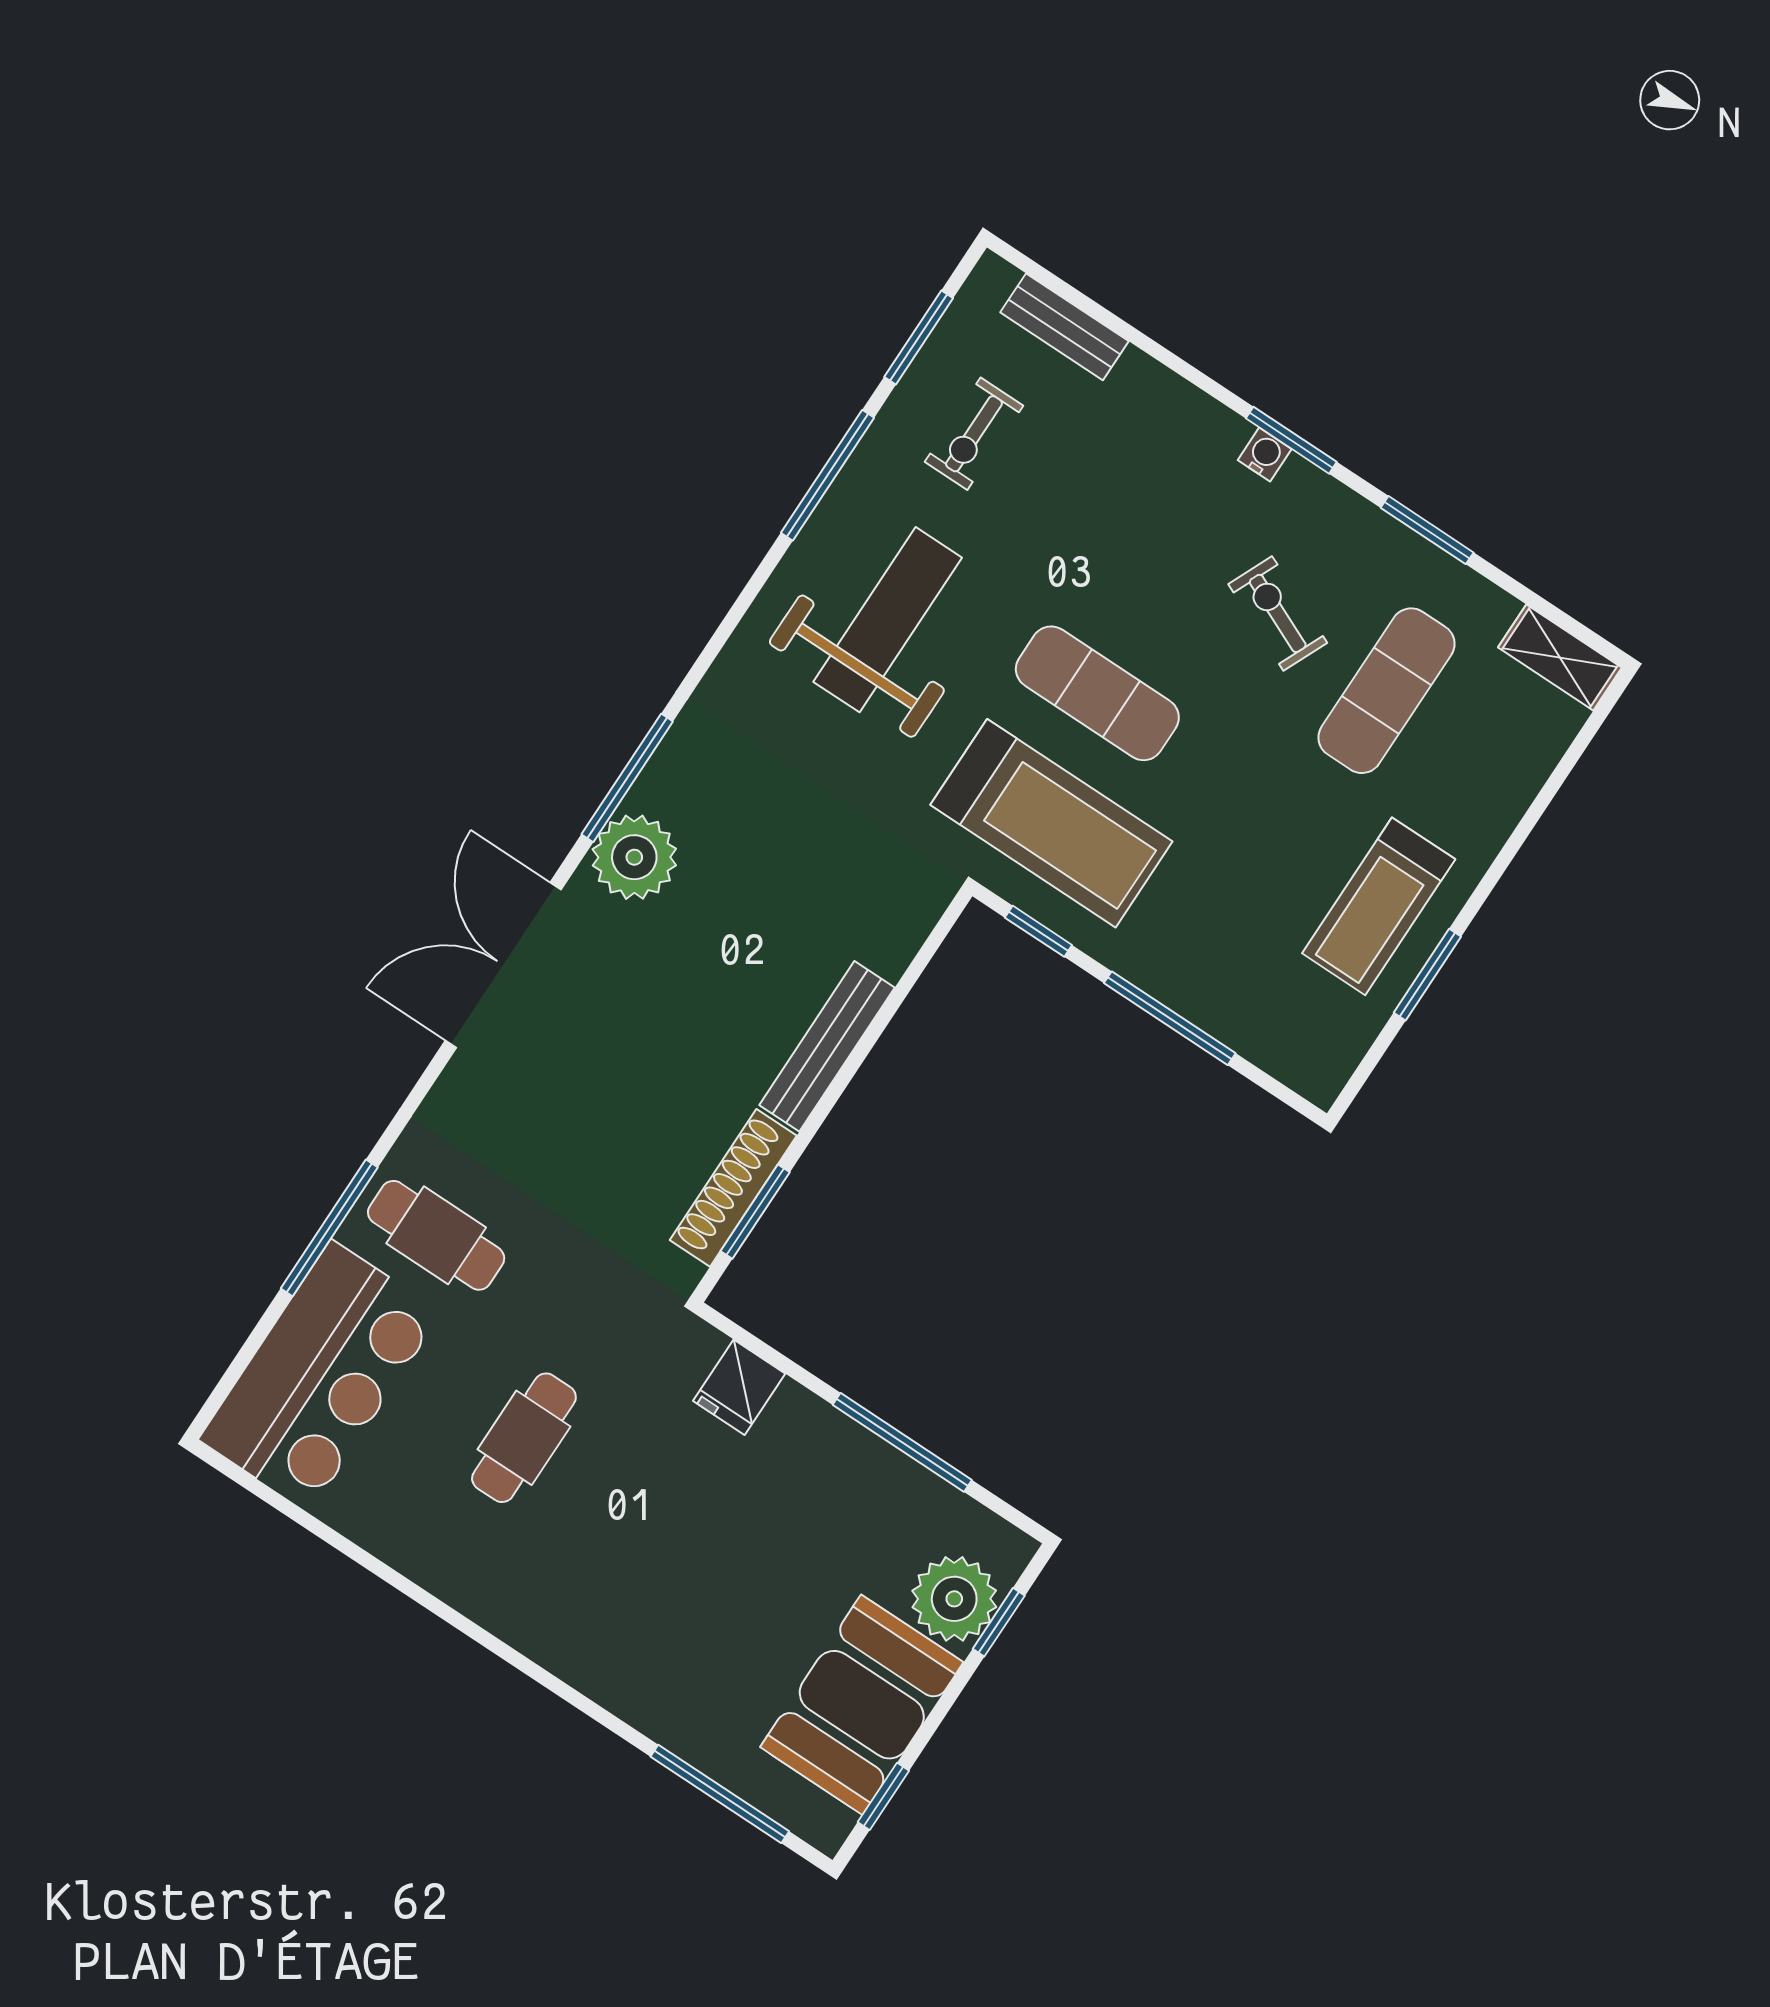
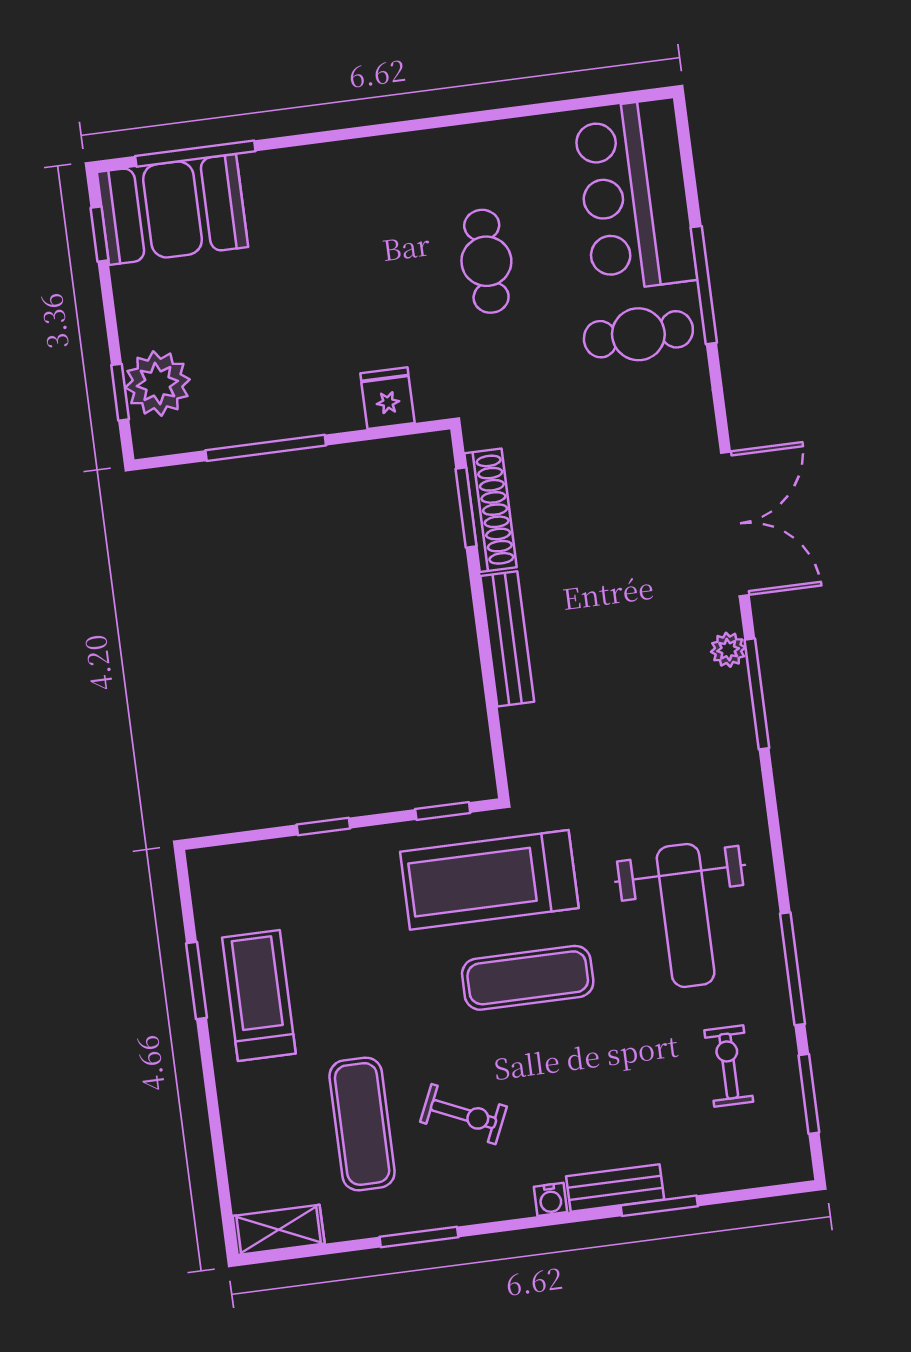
bench: (1064, 327) -> (615, 1188), moved
window: (1291, 440) -> (659, 1206), moved
plant: (634, 857) -> (728, 650), width x0.53, depth x0.53
window: (1170, 1018) -> (323, 827), width x0.46
booth: (862, 1705) -> (172, 209), moved, turned 90

